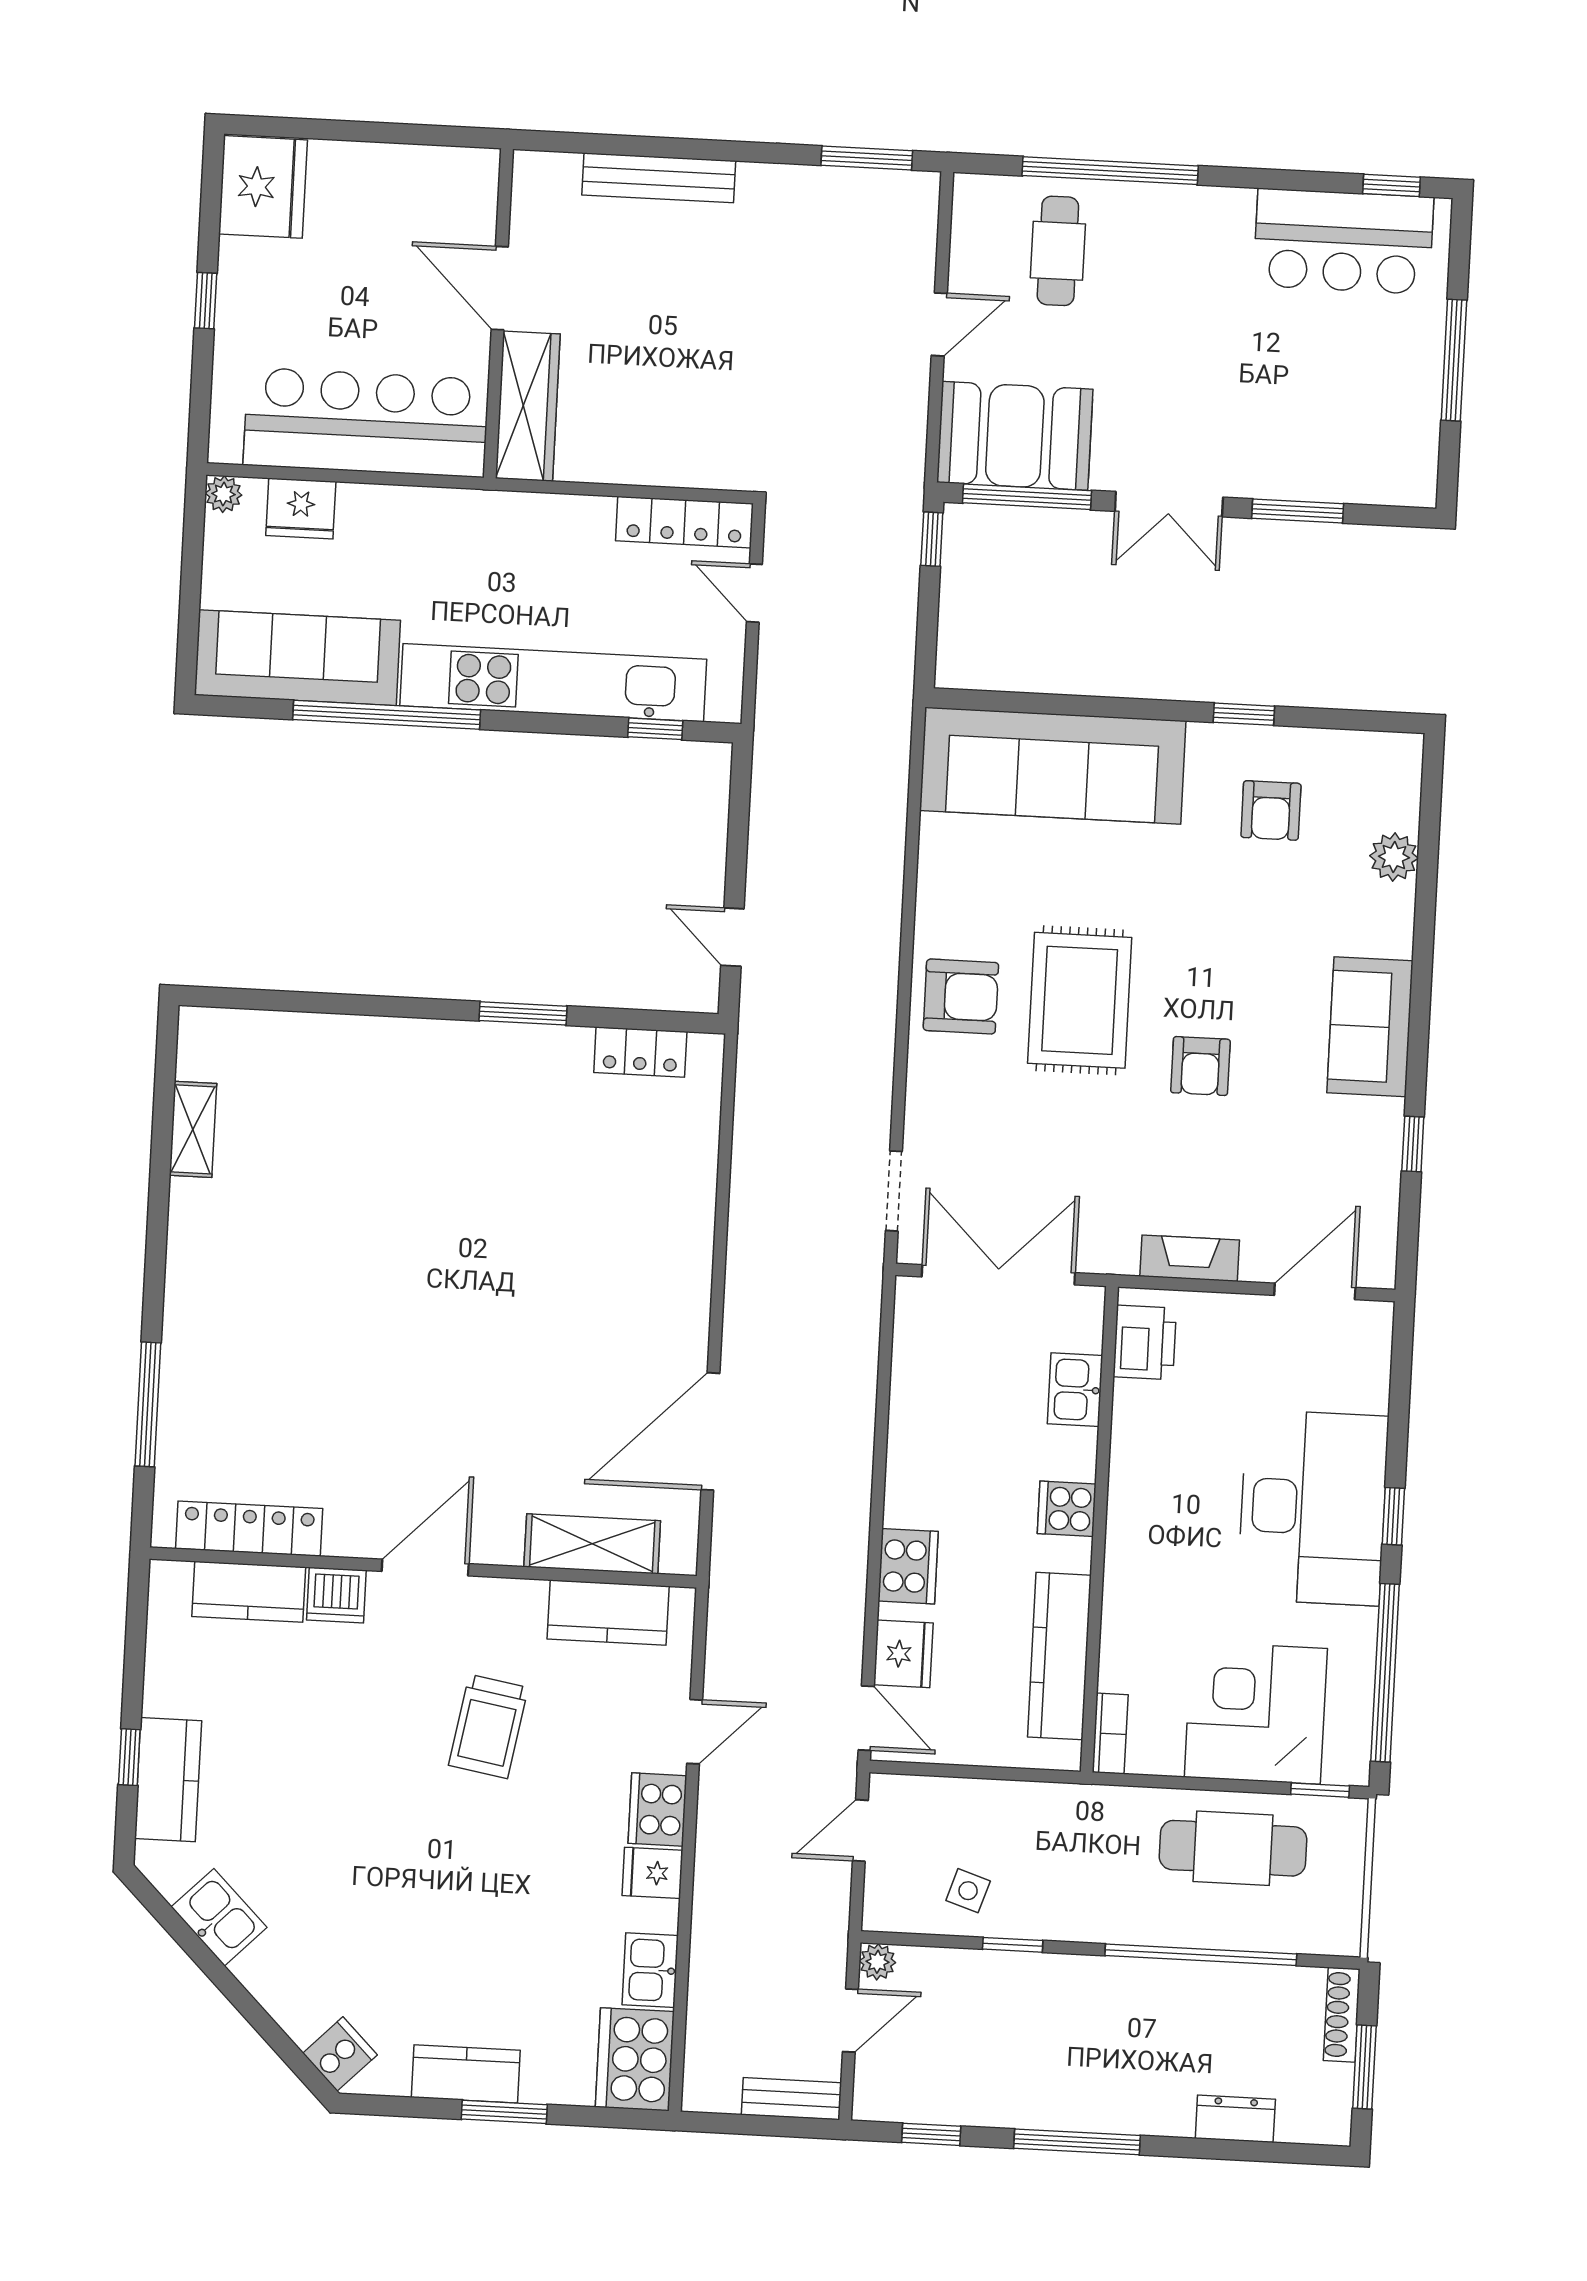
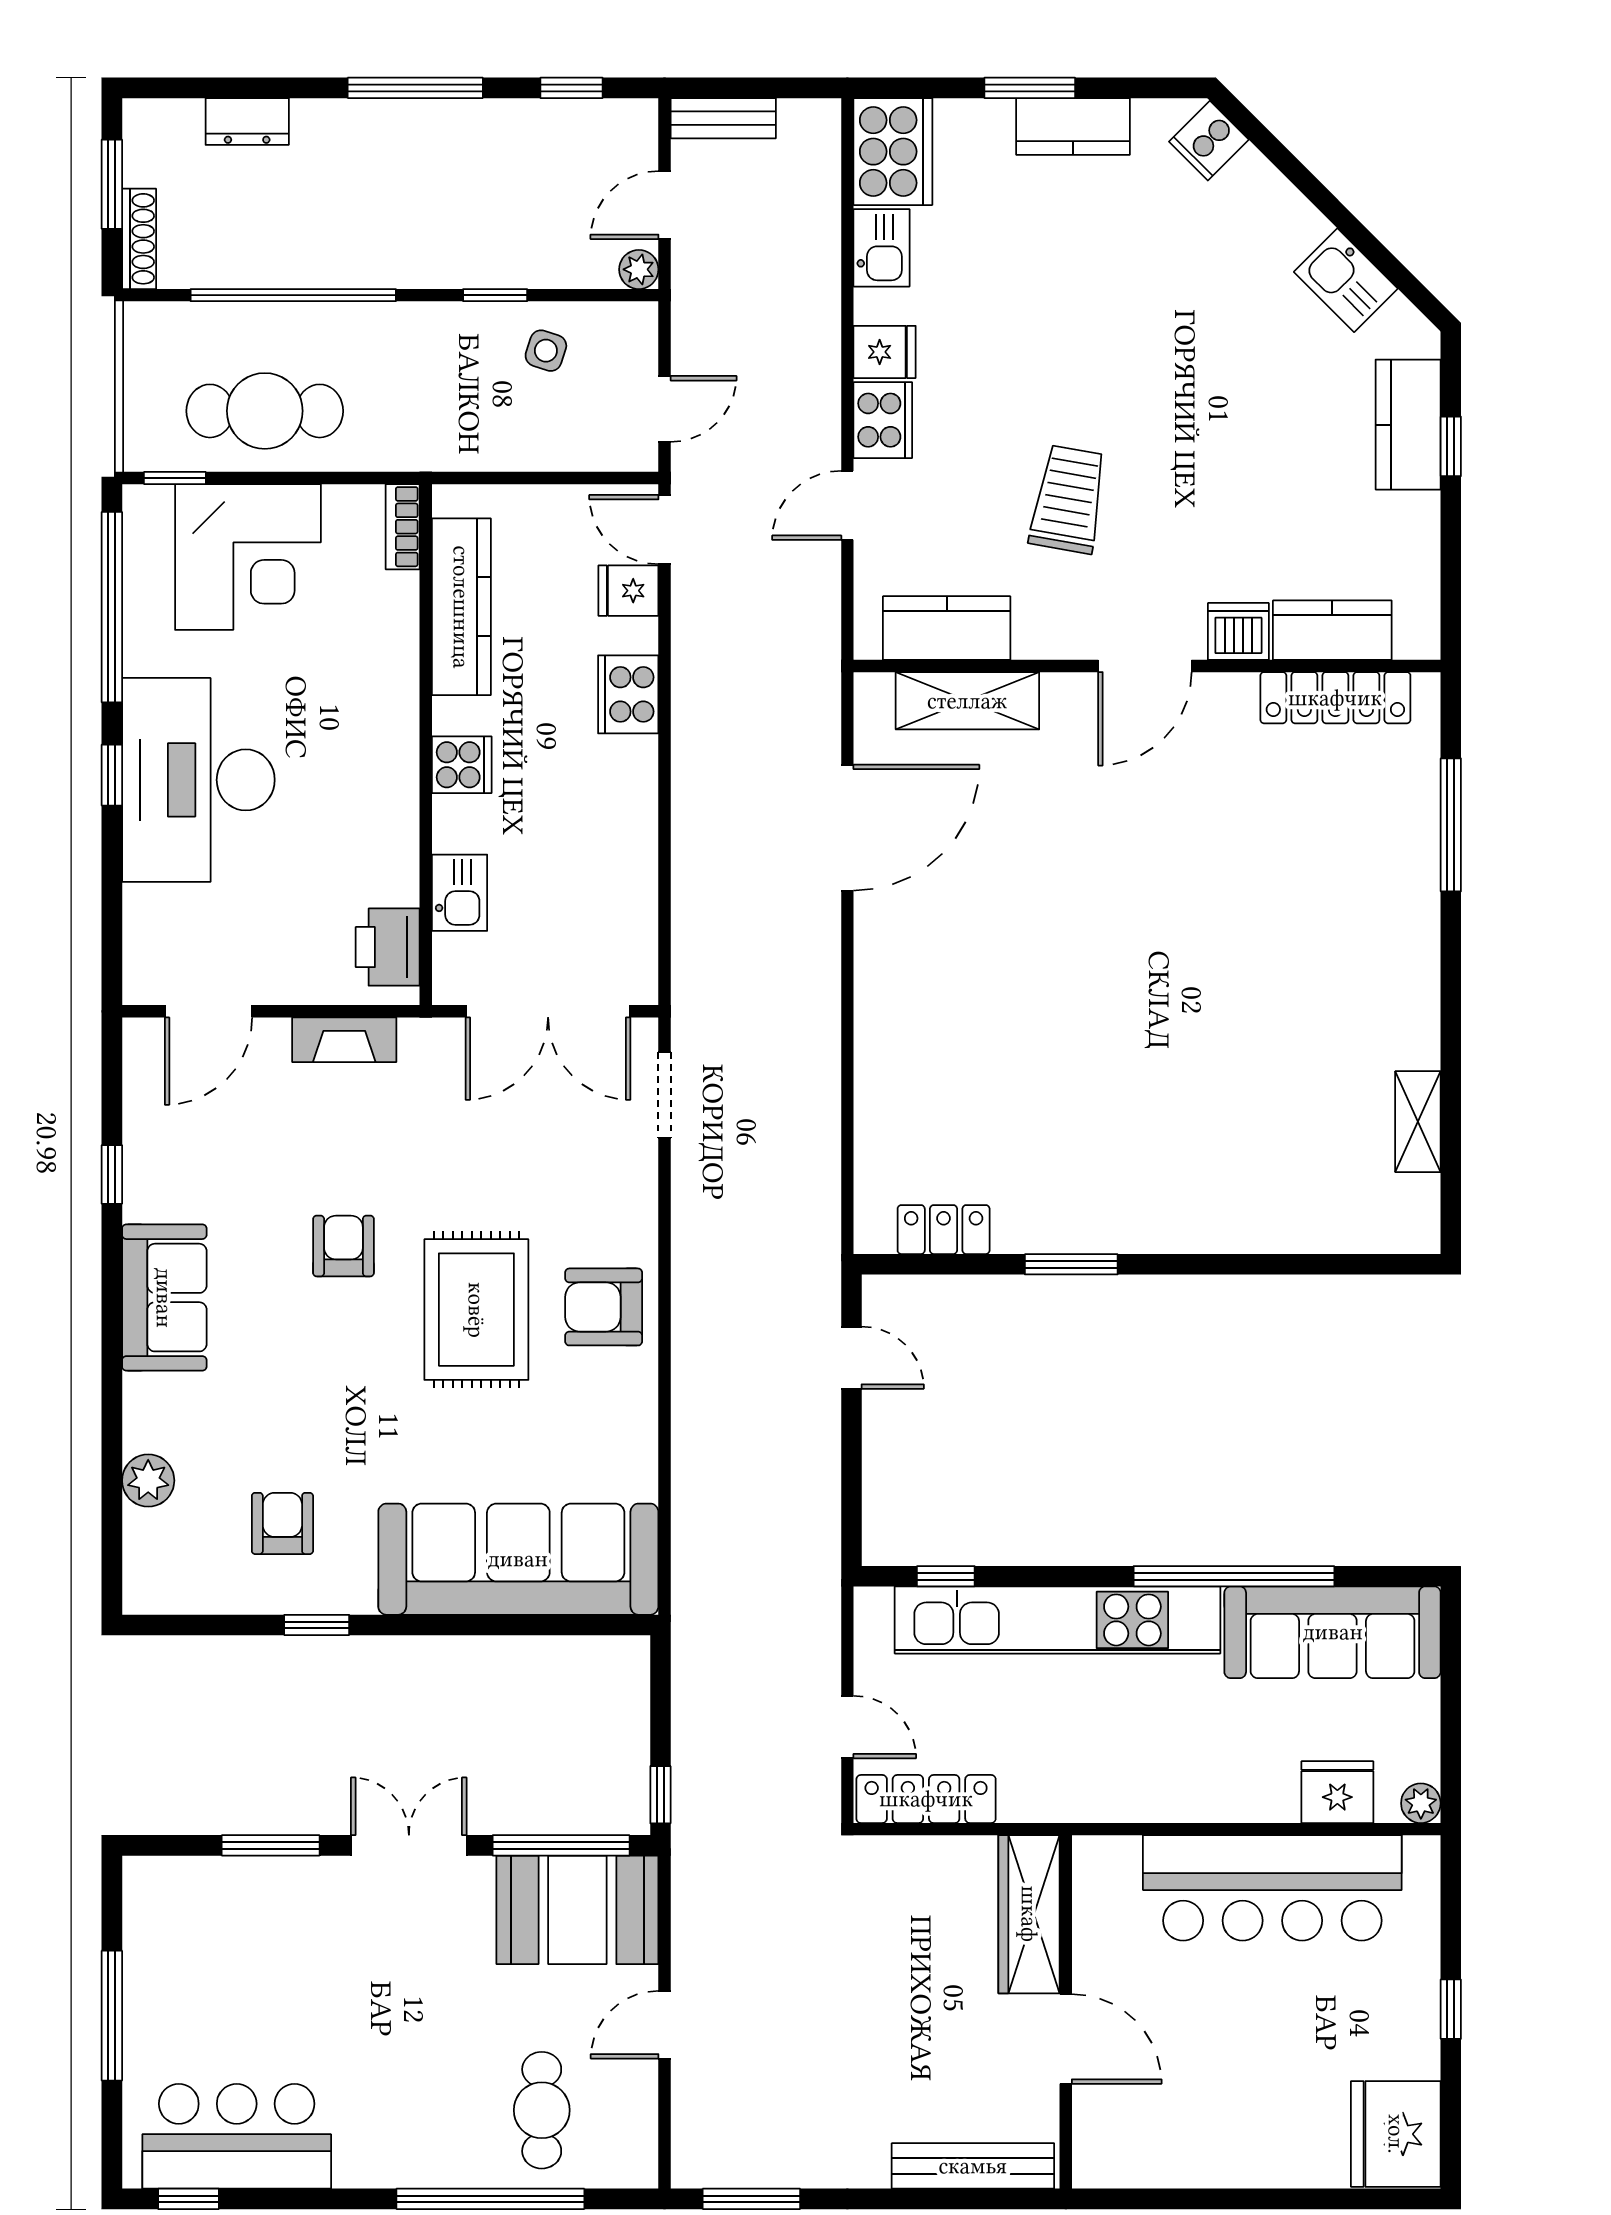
door: (500, 288) -> (1066, 2039), moved
wall: (498, 313) -> (1066, 2012), moved
wardrobe: (528, 406) -> (1029, 1914), moved
fridge: (903, 1654) -> (628, 591), width x0.72

